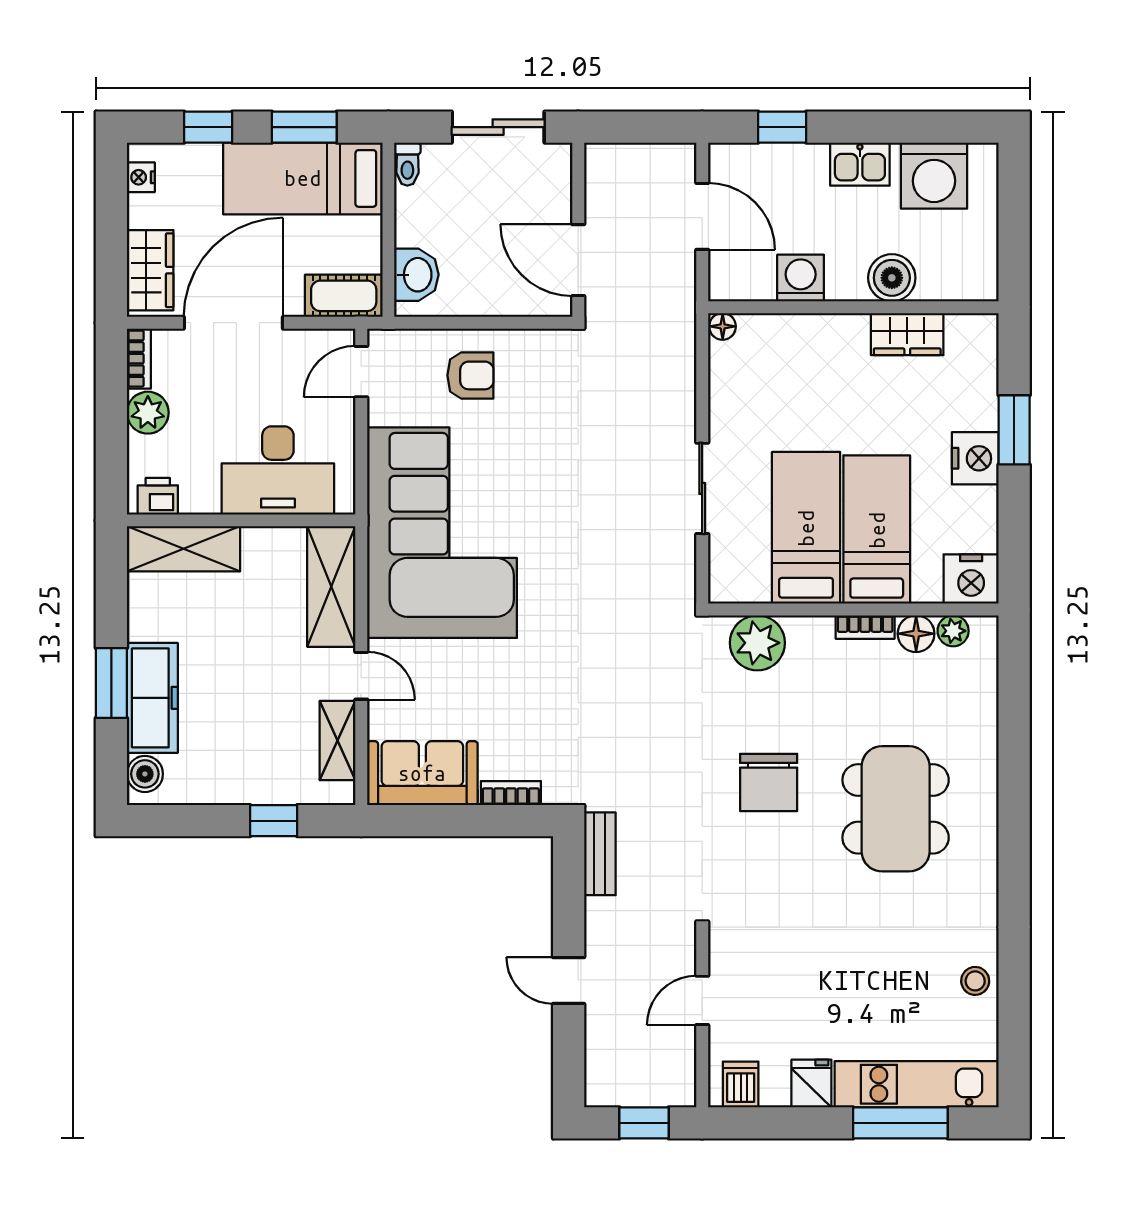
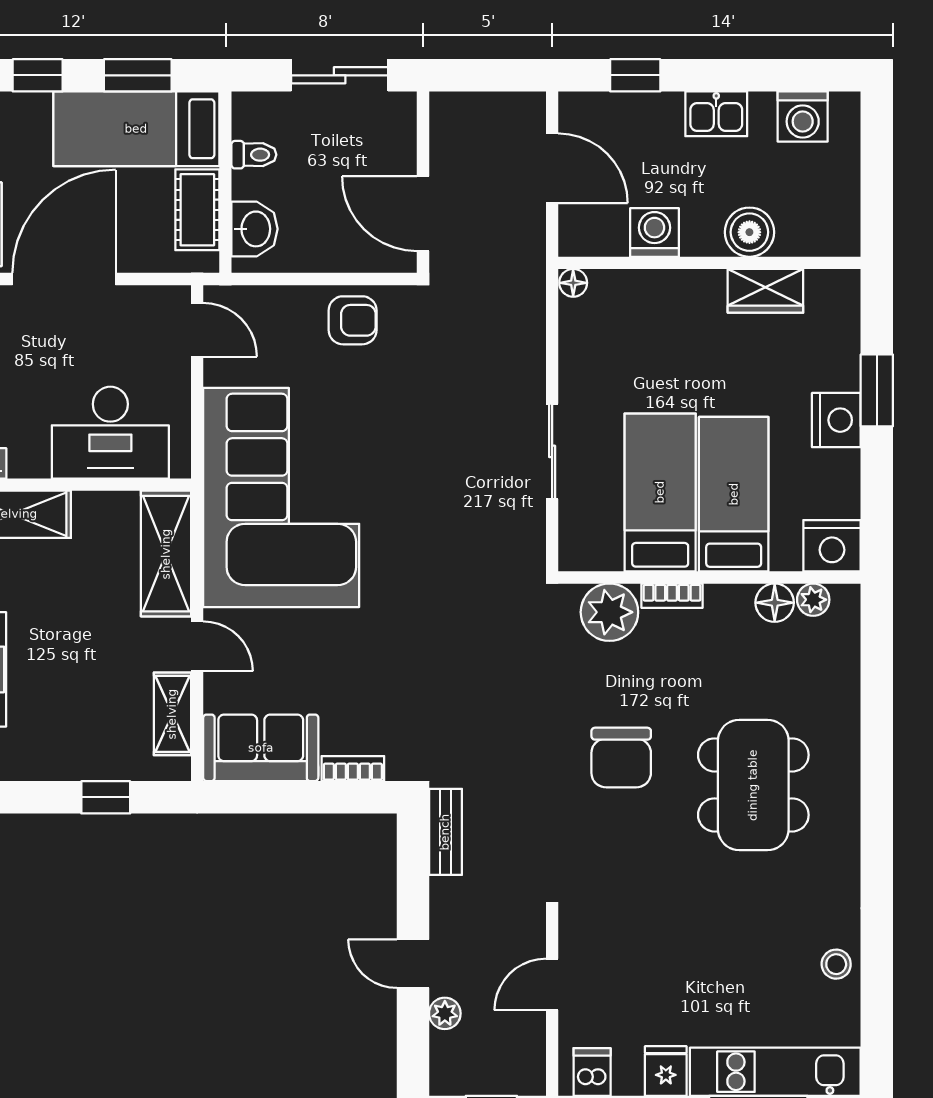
toilet: (407, 164) -> (254, 155), moved, turned -90
washing machine: (934, 176) -> (803, 116), width x0.73, depth x0.73
cot: (344, 296) -> (197, 210), moved, turned 90
door: (361, 372) -> (197, 330), swing flipped
armchair: (470, 375) -> (353, 320), moved
bookcase: (865, 627) -> (672, 596), moved
plant: (599, 1028) -> (445, 1013), added

